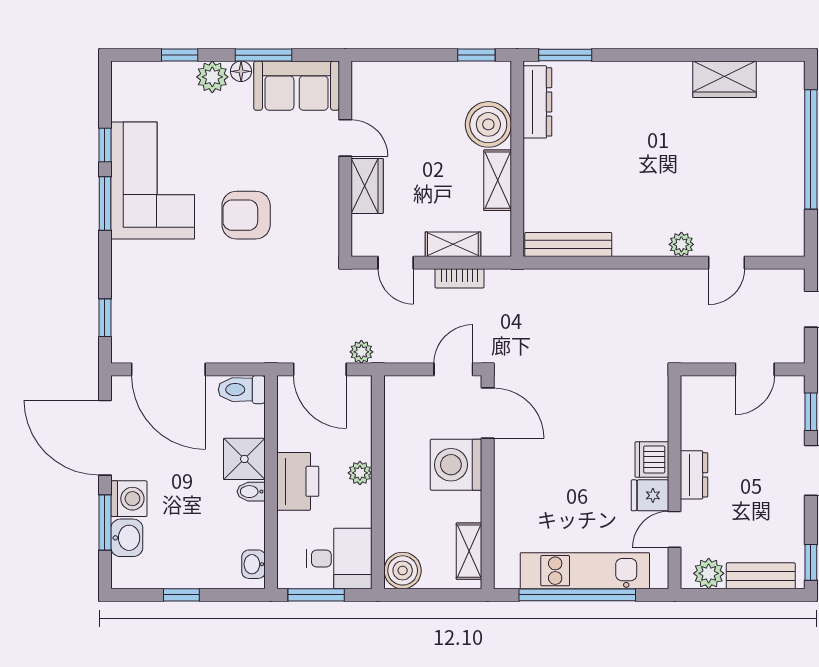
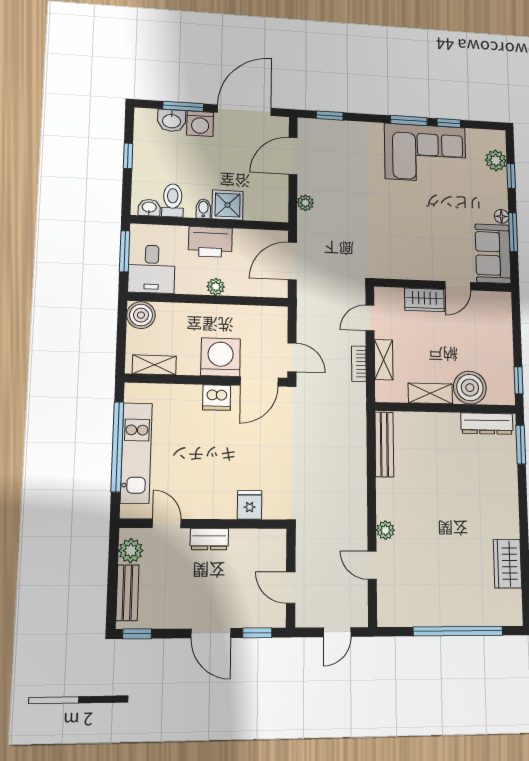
plant: (212, 77) -> (496, 160), moved
armchair: (246, 215) -> (402, 215), removed
plant: (361, 352) -> (305, 203), moved
door: (168, 369) -> (293, 156), width x0.73
toilet: (242, 390) -> (173, 200), moved
dishwasher: (652, 459) -> (217, 397), moved, turned 180
fridge: (650, 495) -> (250, 505), moved

